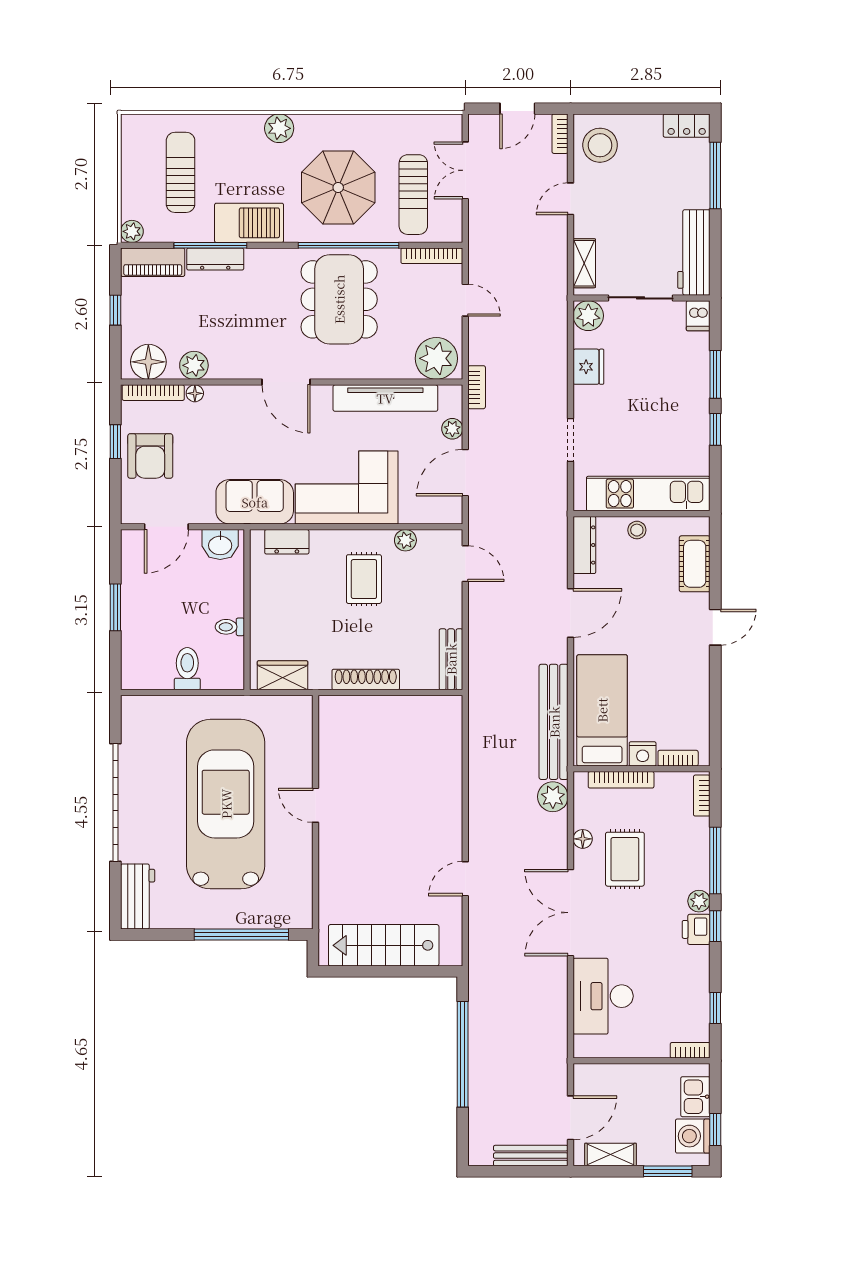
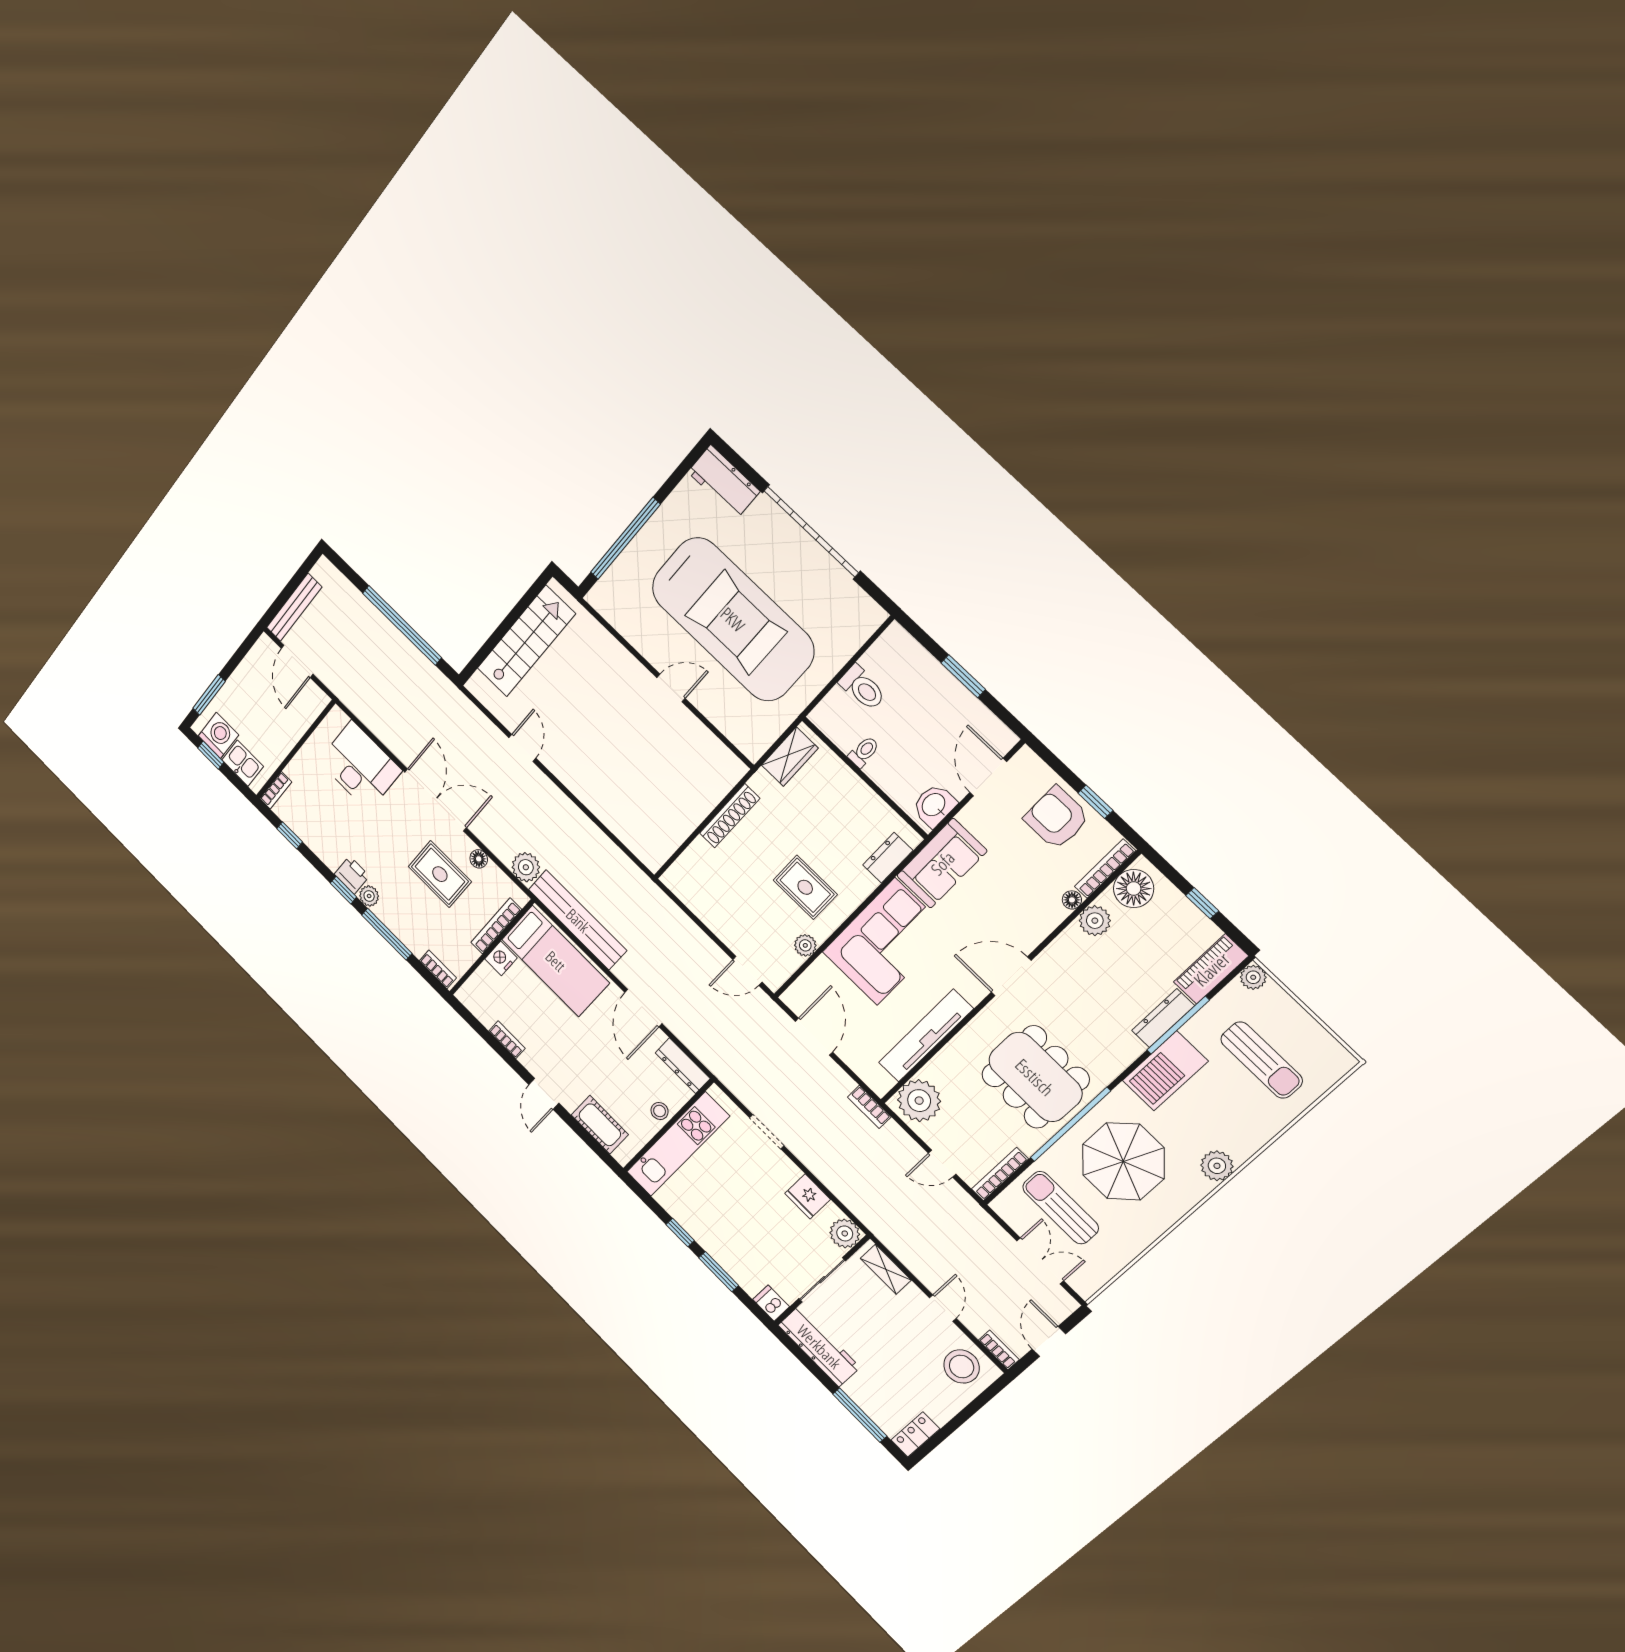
plant: (452, 429) -> (855, 1060), removed
bench: (451, 659) -> (688, 892), removed
bookcase: (678, 758) -> (507, 1040), moved, turned -90
shelving: (610, 1155) -> (251, 665), removed

